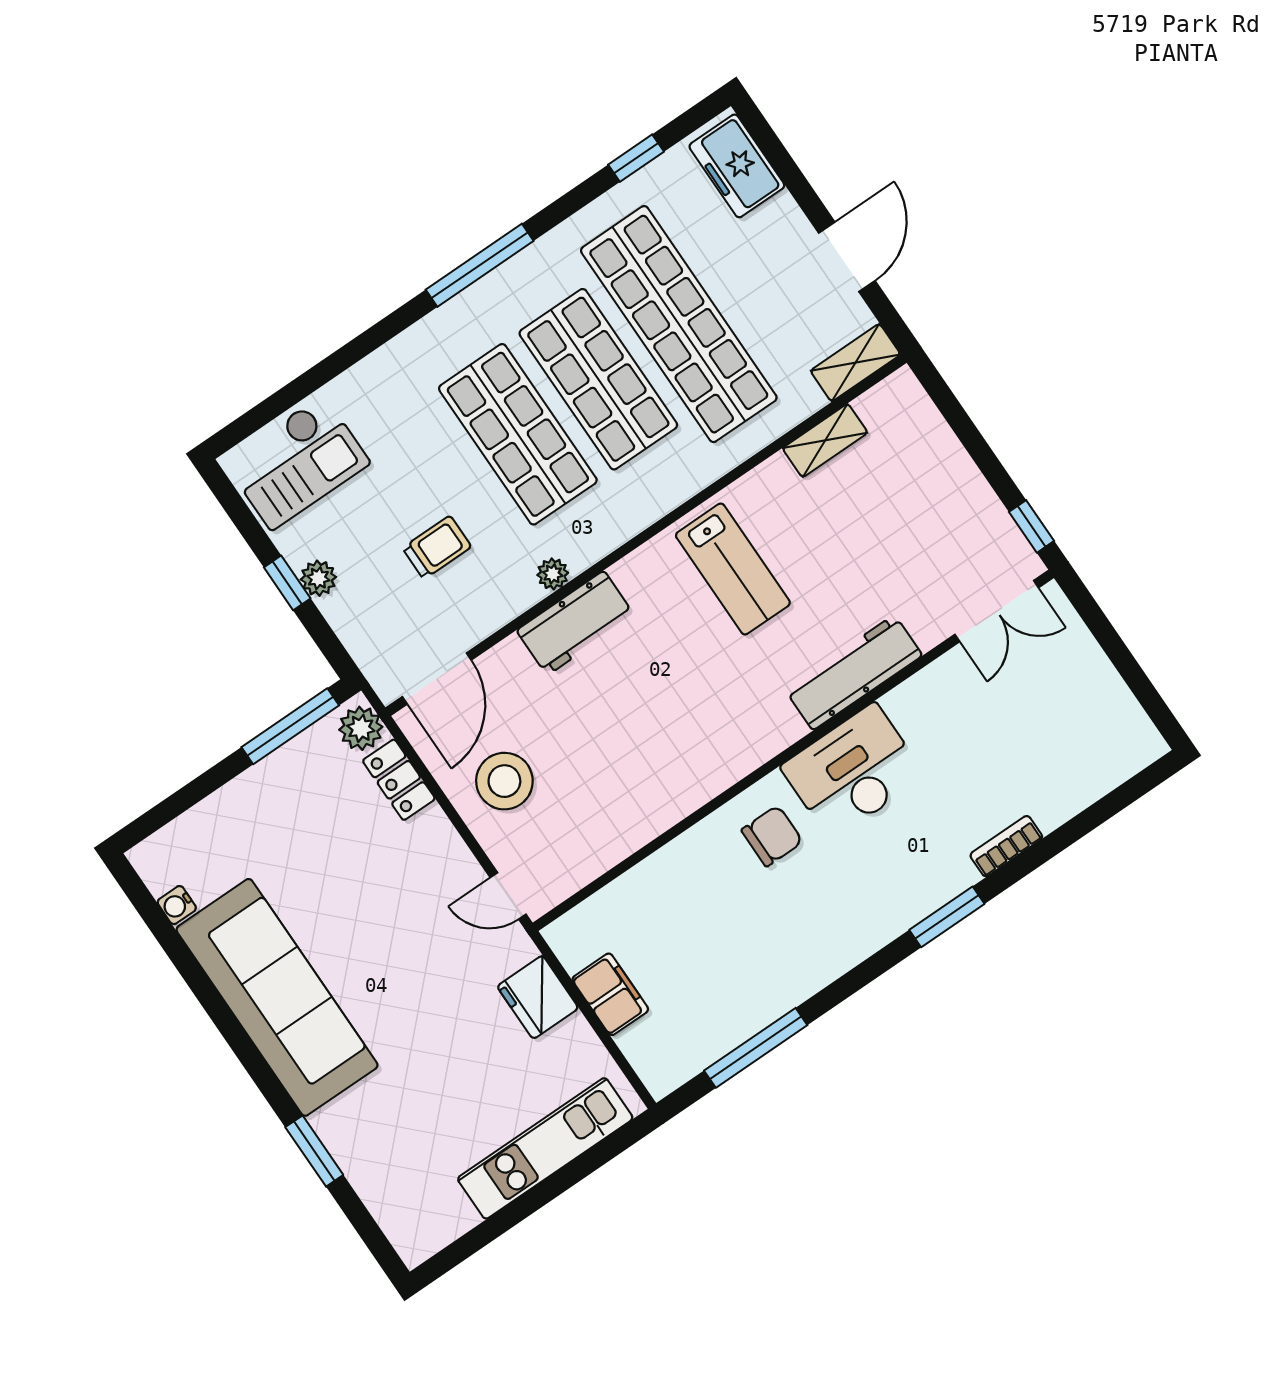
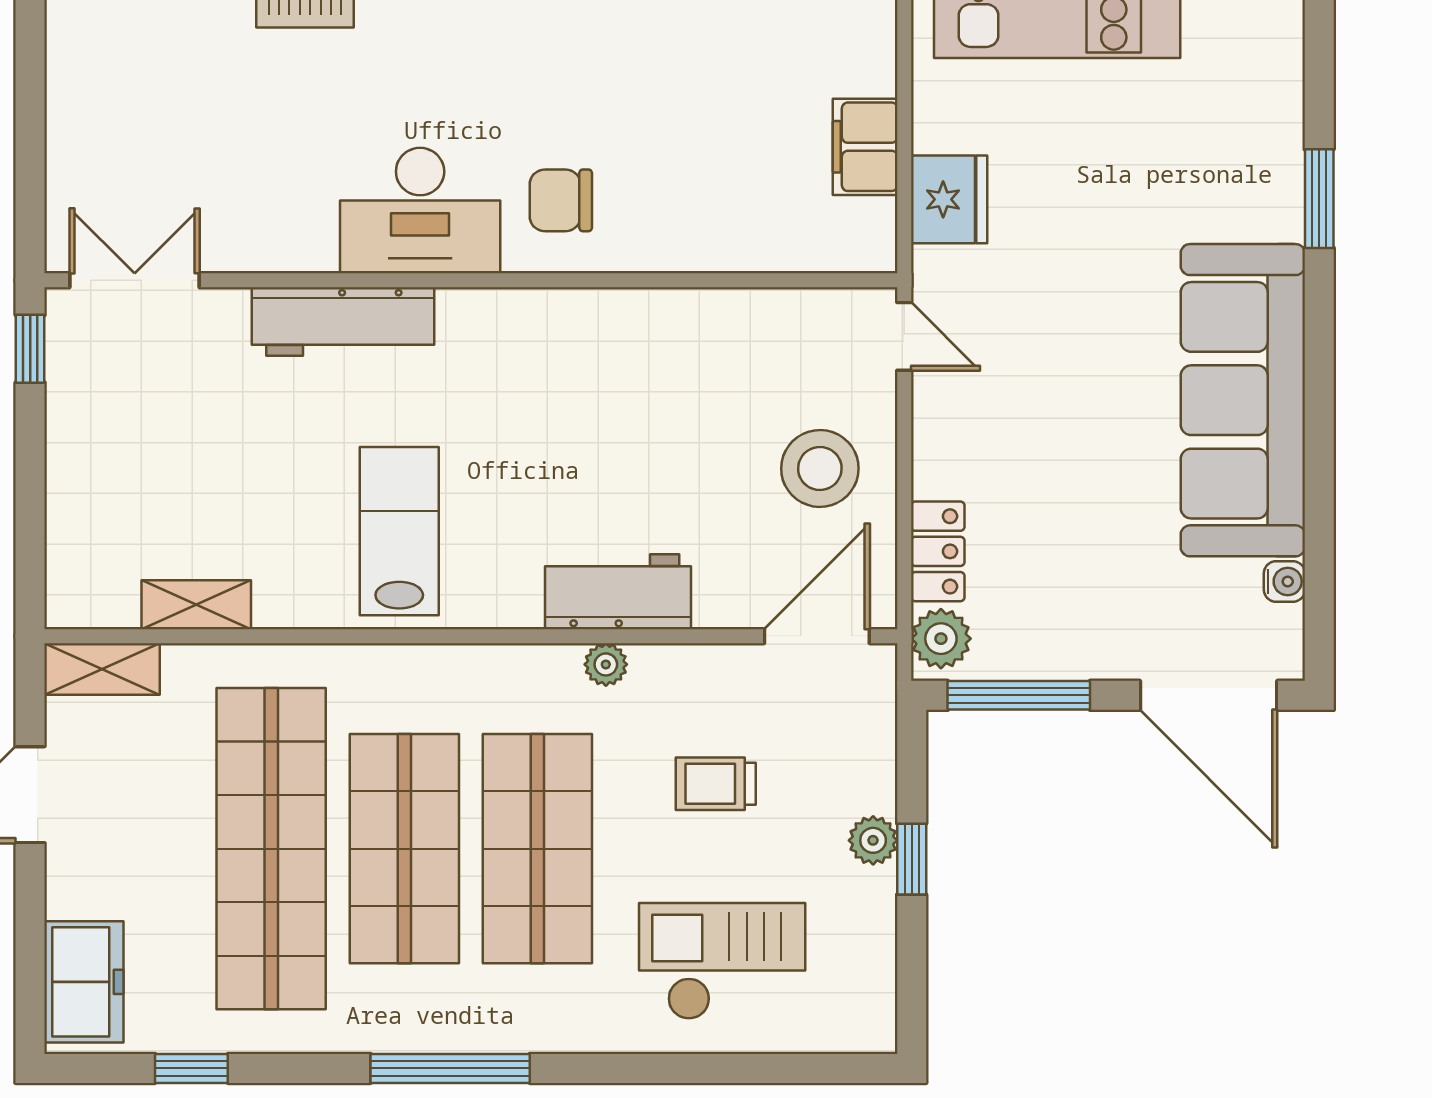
checkout: (297, 462) -> (722, 961), moved
door: (176, 805) -> (1209, 695), added

